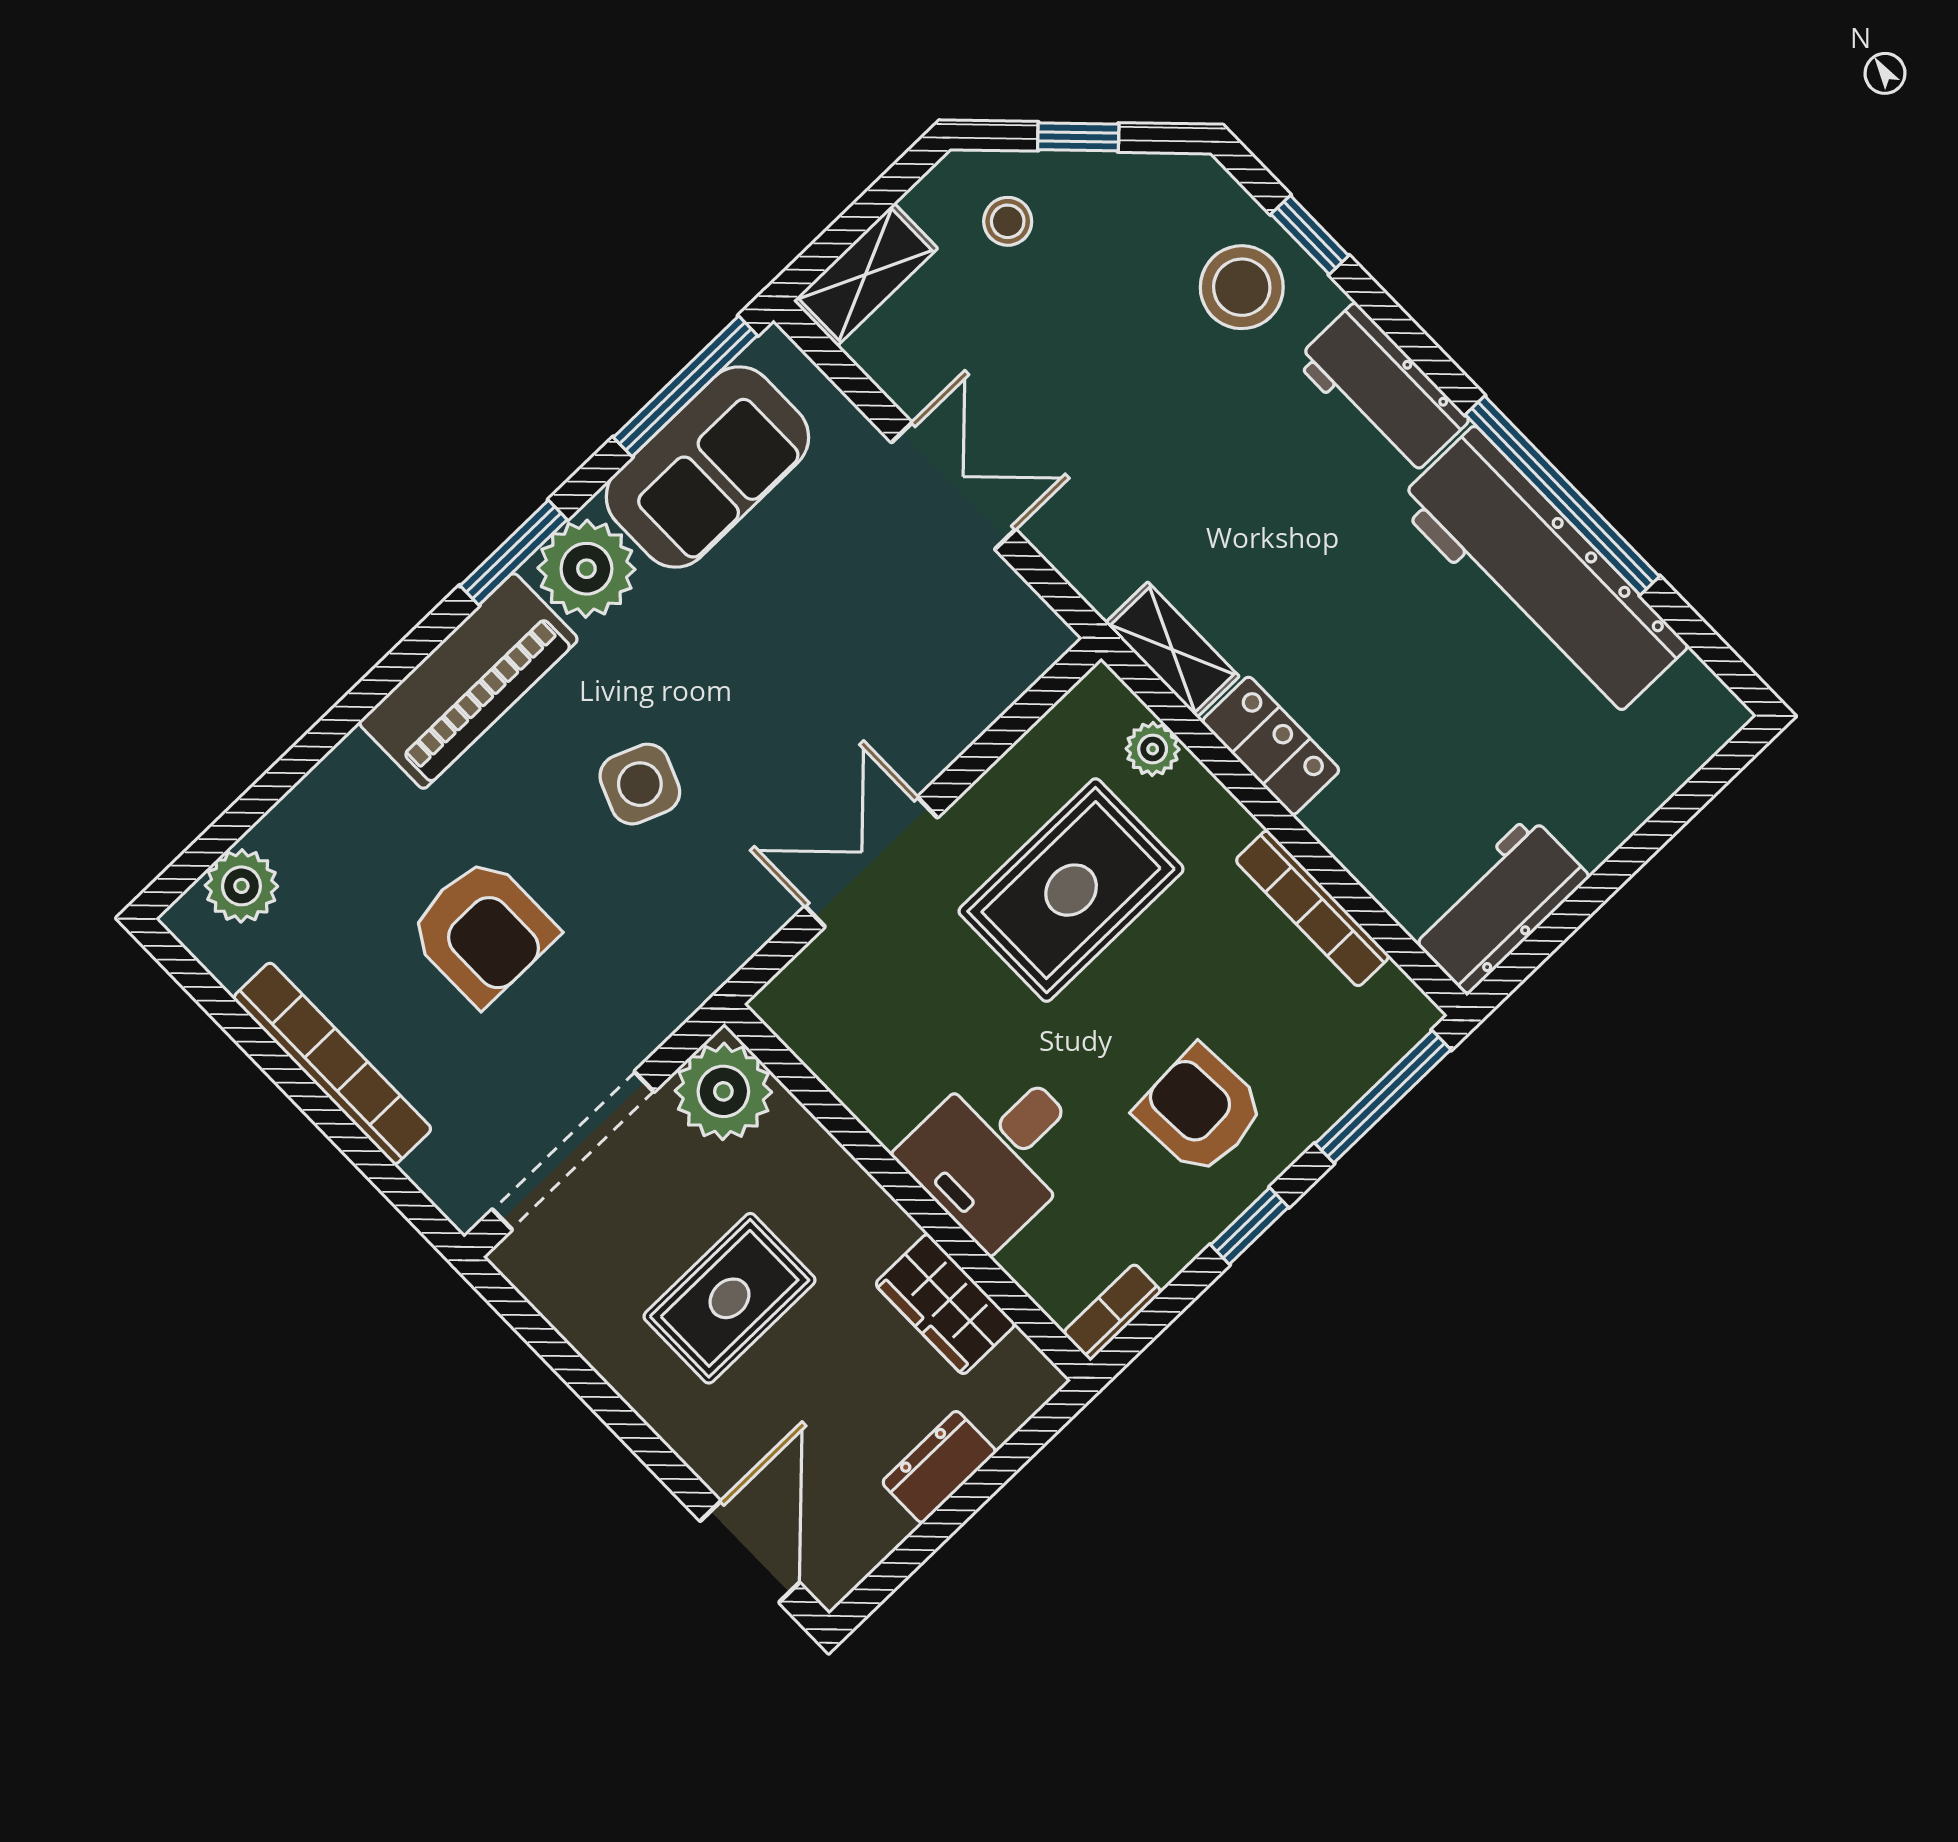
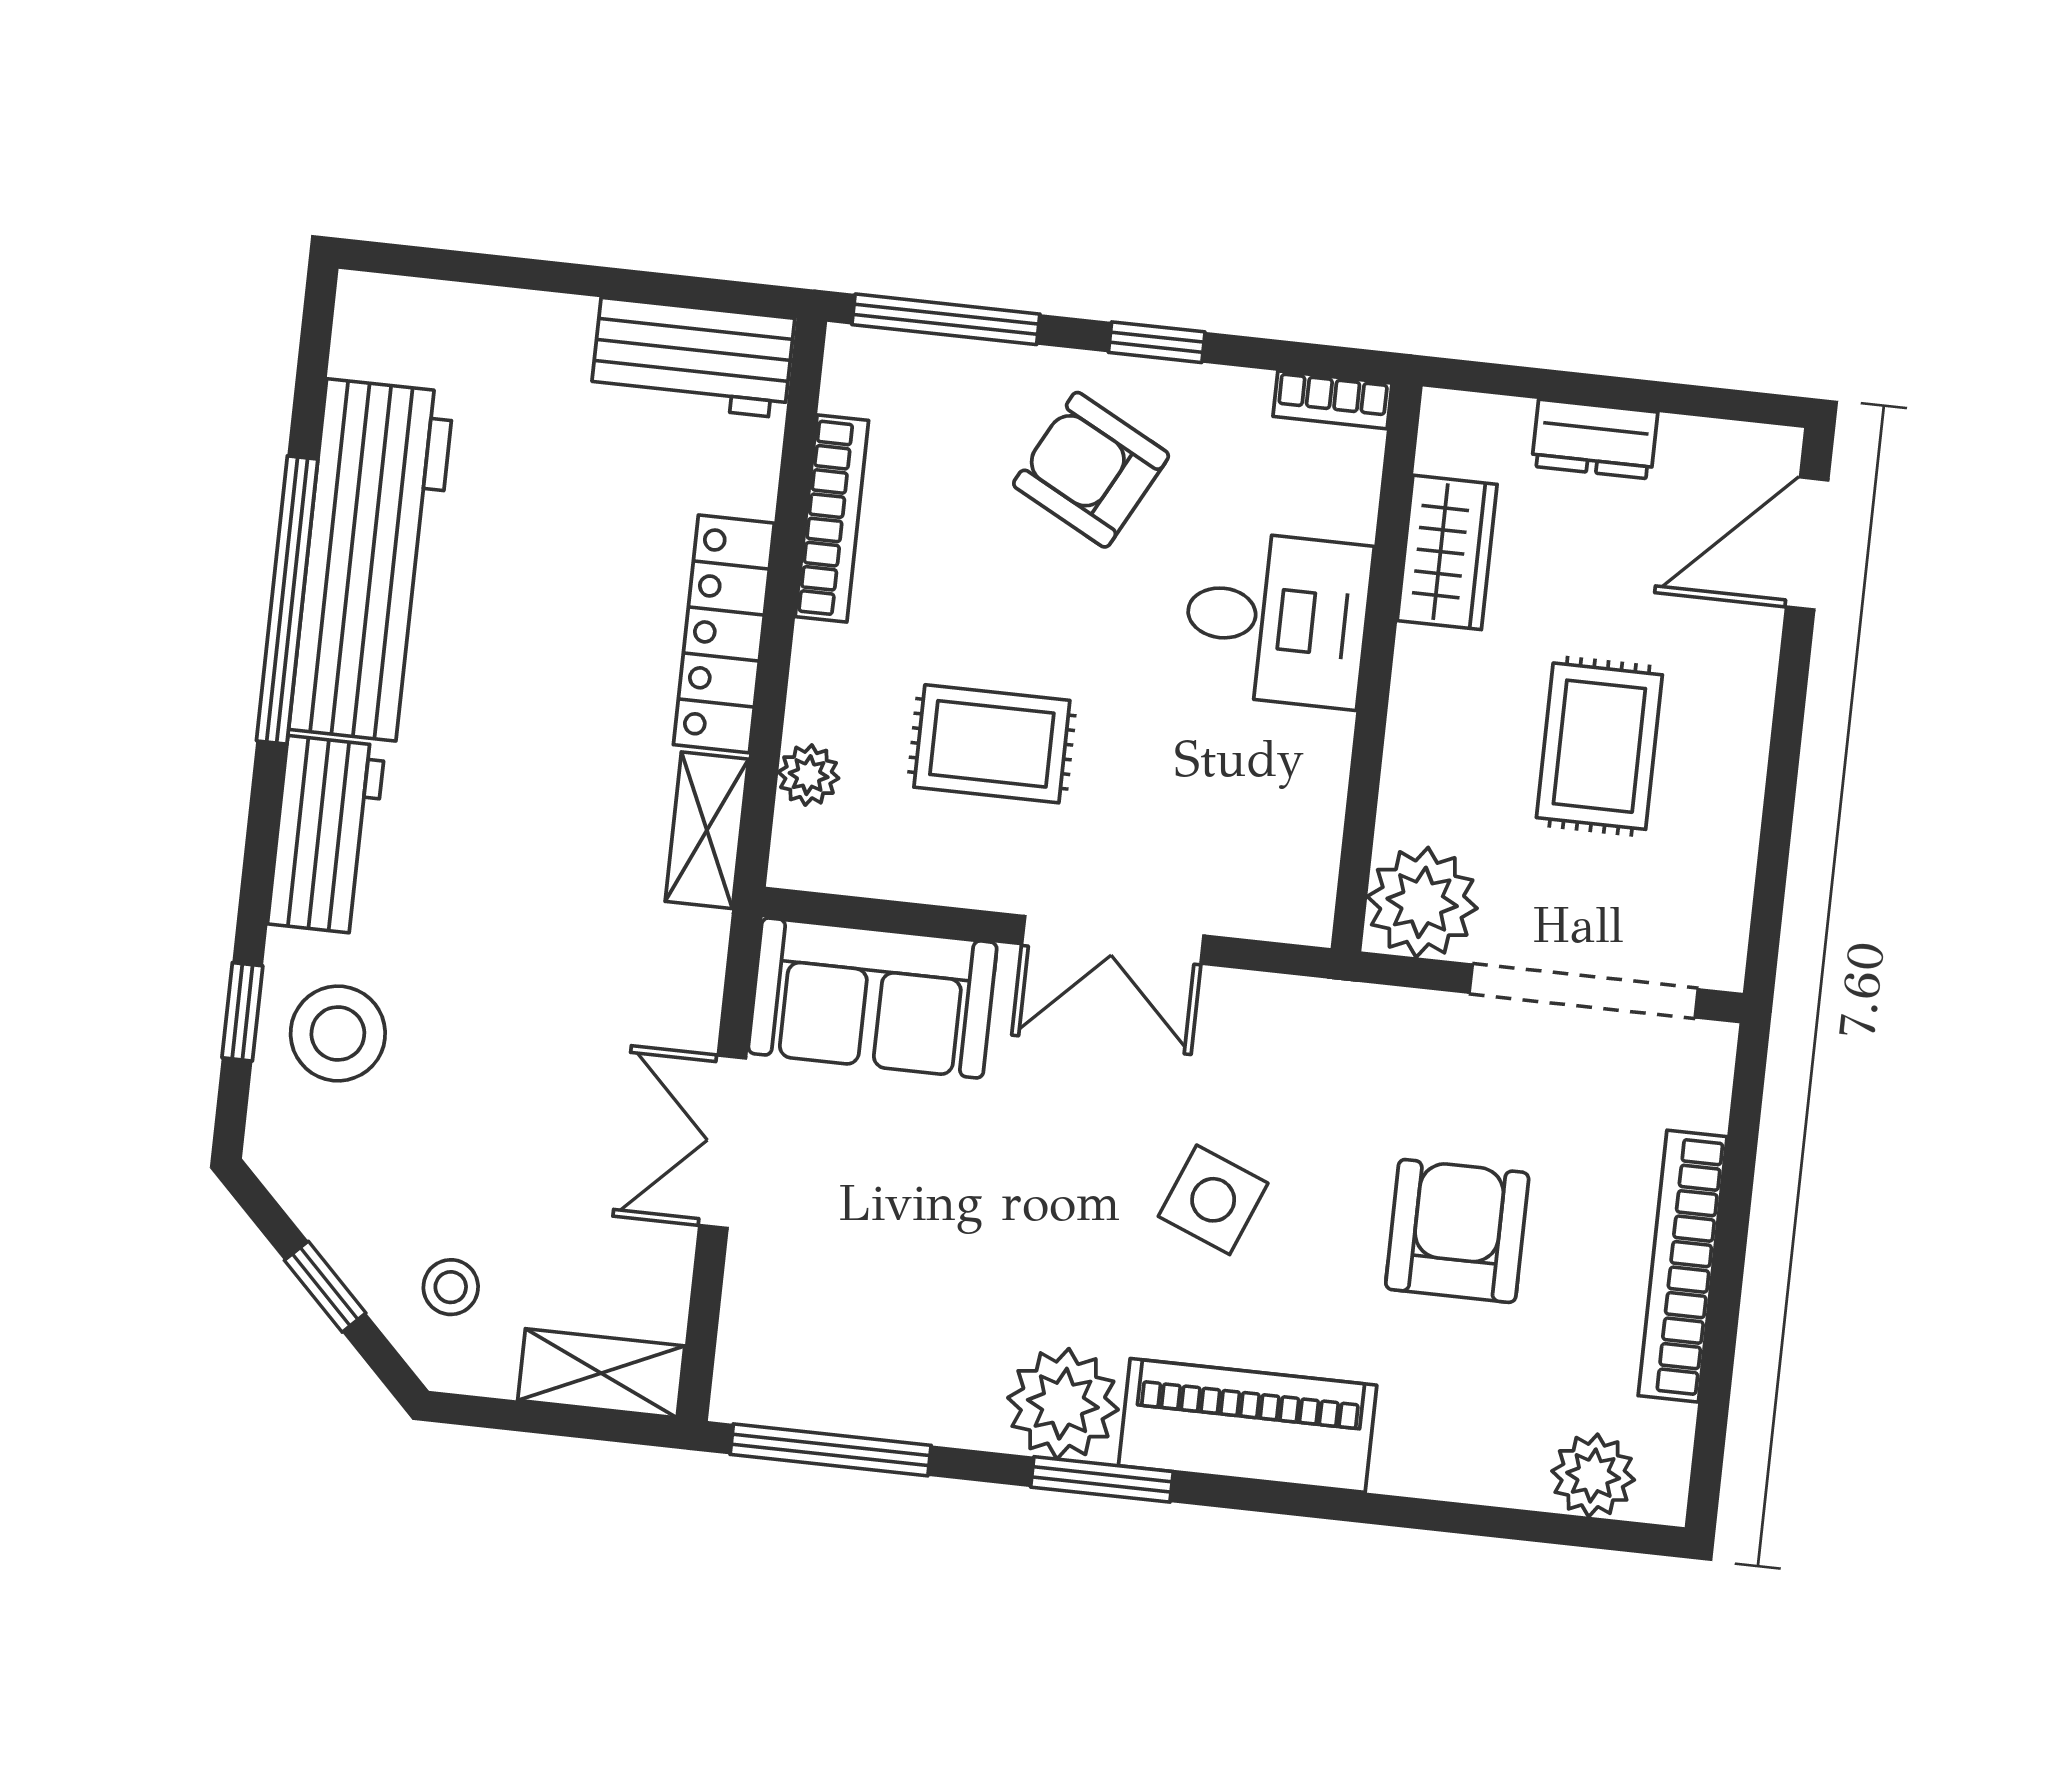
sofa: (707, 467) -> (873, 998), moved, turned 180
locker: (1271, 746) -> (724, 634), width x1.53
rug: (1071, 890) -> (992, 744), width x0.73, depth x0.70
armchair: (1200, 1110) -> (1091, 470), turned 121
rug: (730, 1298) -> (1599, 746), turned 90

